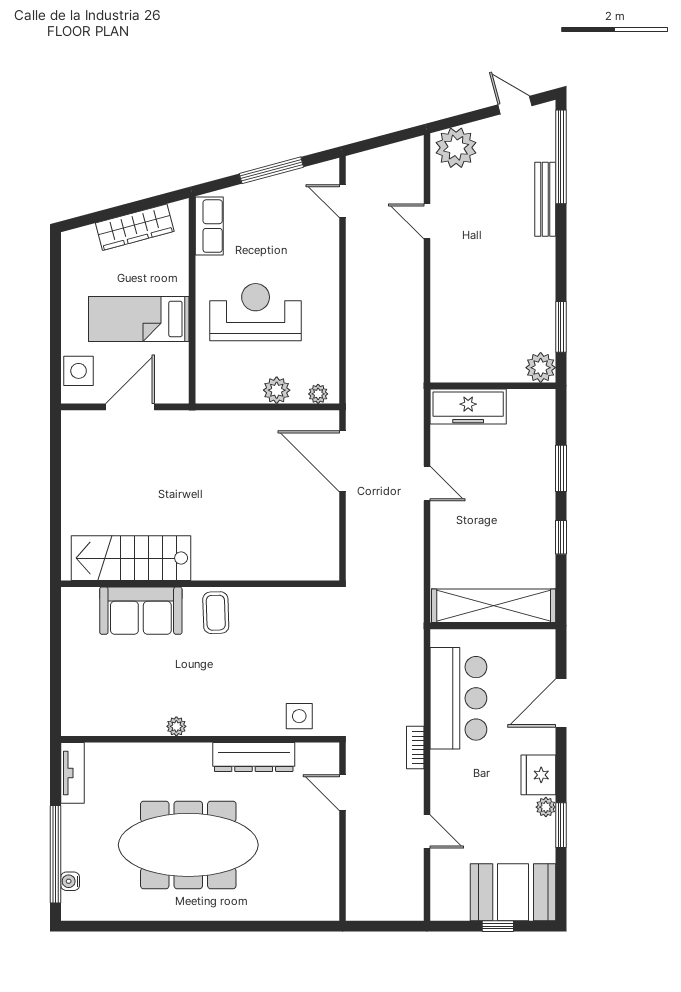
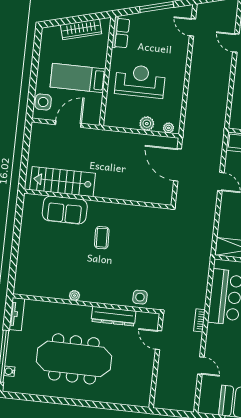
stairs: (131, 558) -> (63, 182), moved
wall: (200, 584) -> (98, 199), moved
sofa: (141, 611) -> (65, 210), moved

